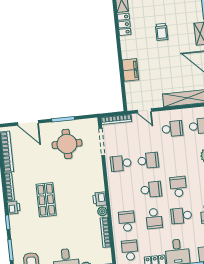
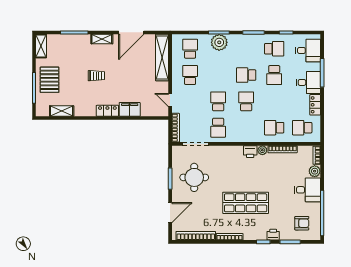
locker: (124, 24) -> (107, 111), moved
door: (144, 111) -> (170, 100), swing flipped
shop shelf: (46, 200) -> (246, 203), width x1.43, depth x1.36
printer: (14, 207) -> (273, 235), moved
school desk: (154, 218) -> (274, 101), removed

